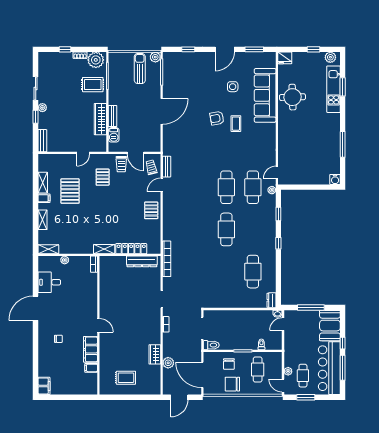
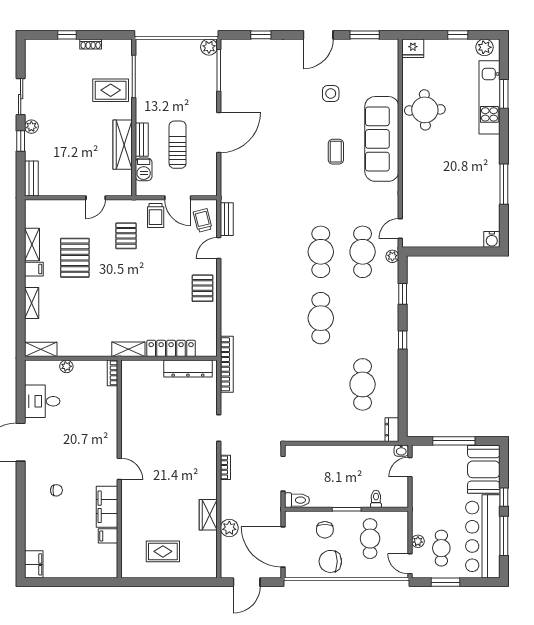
plant: (96, 60) -> (115, 51), removed
sun lounger: (140, 68) -> (178, 145), moved
sofa: (265, 95) -> (382, 139), moved
armchair: (217, 118) -> (306, 143), removed

